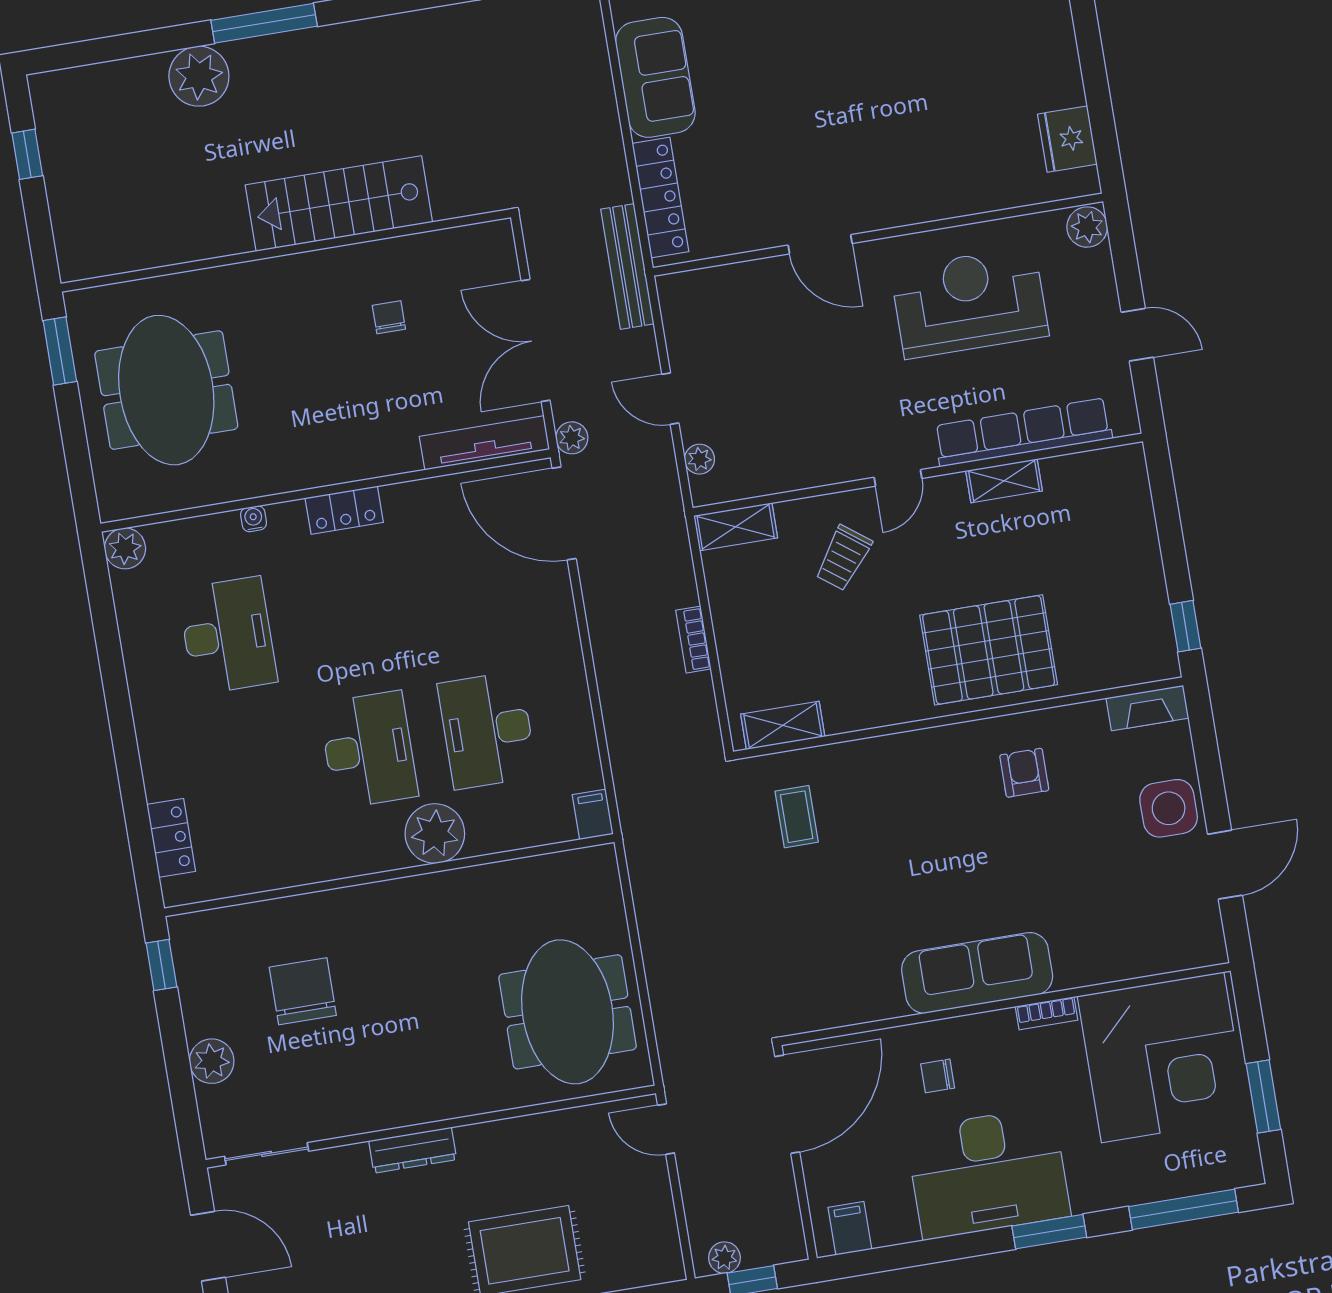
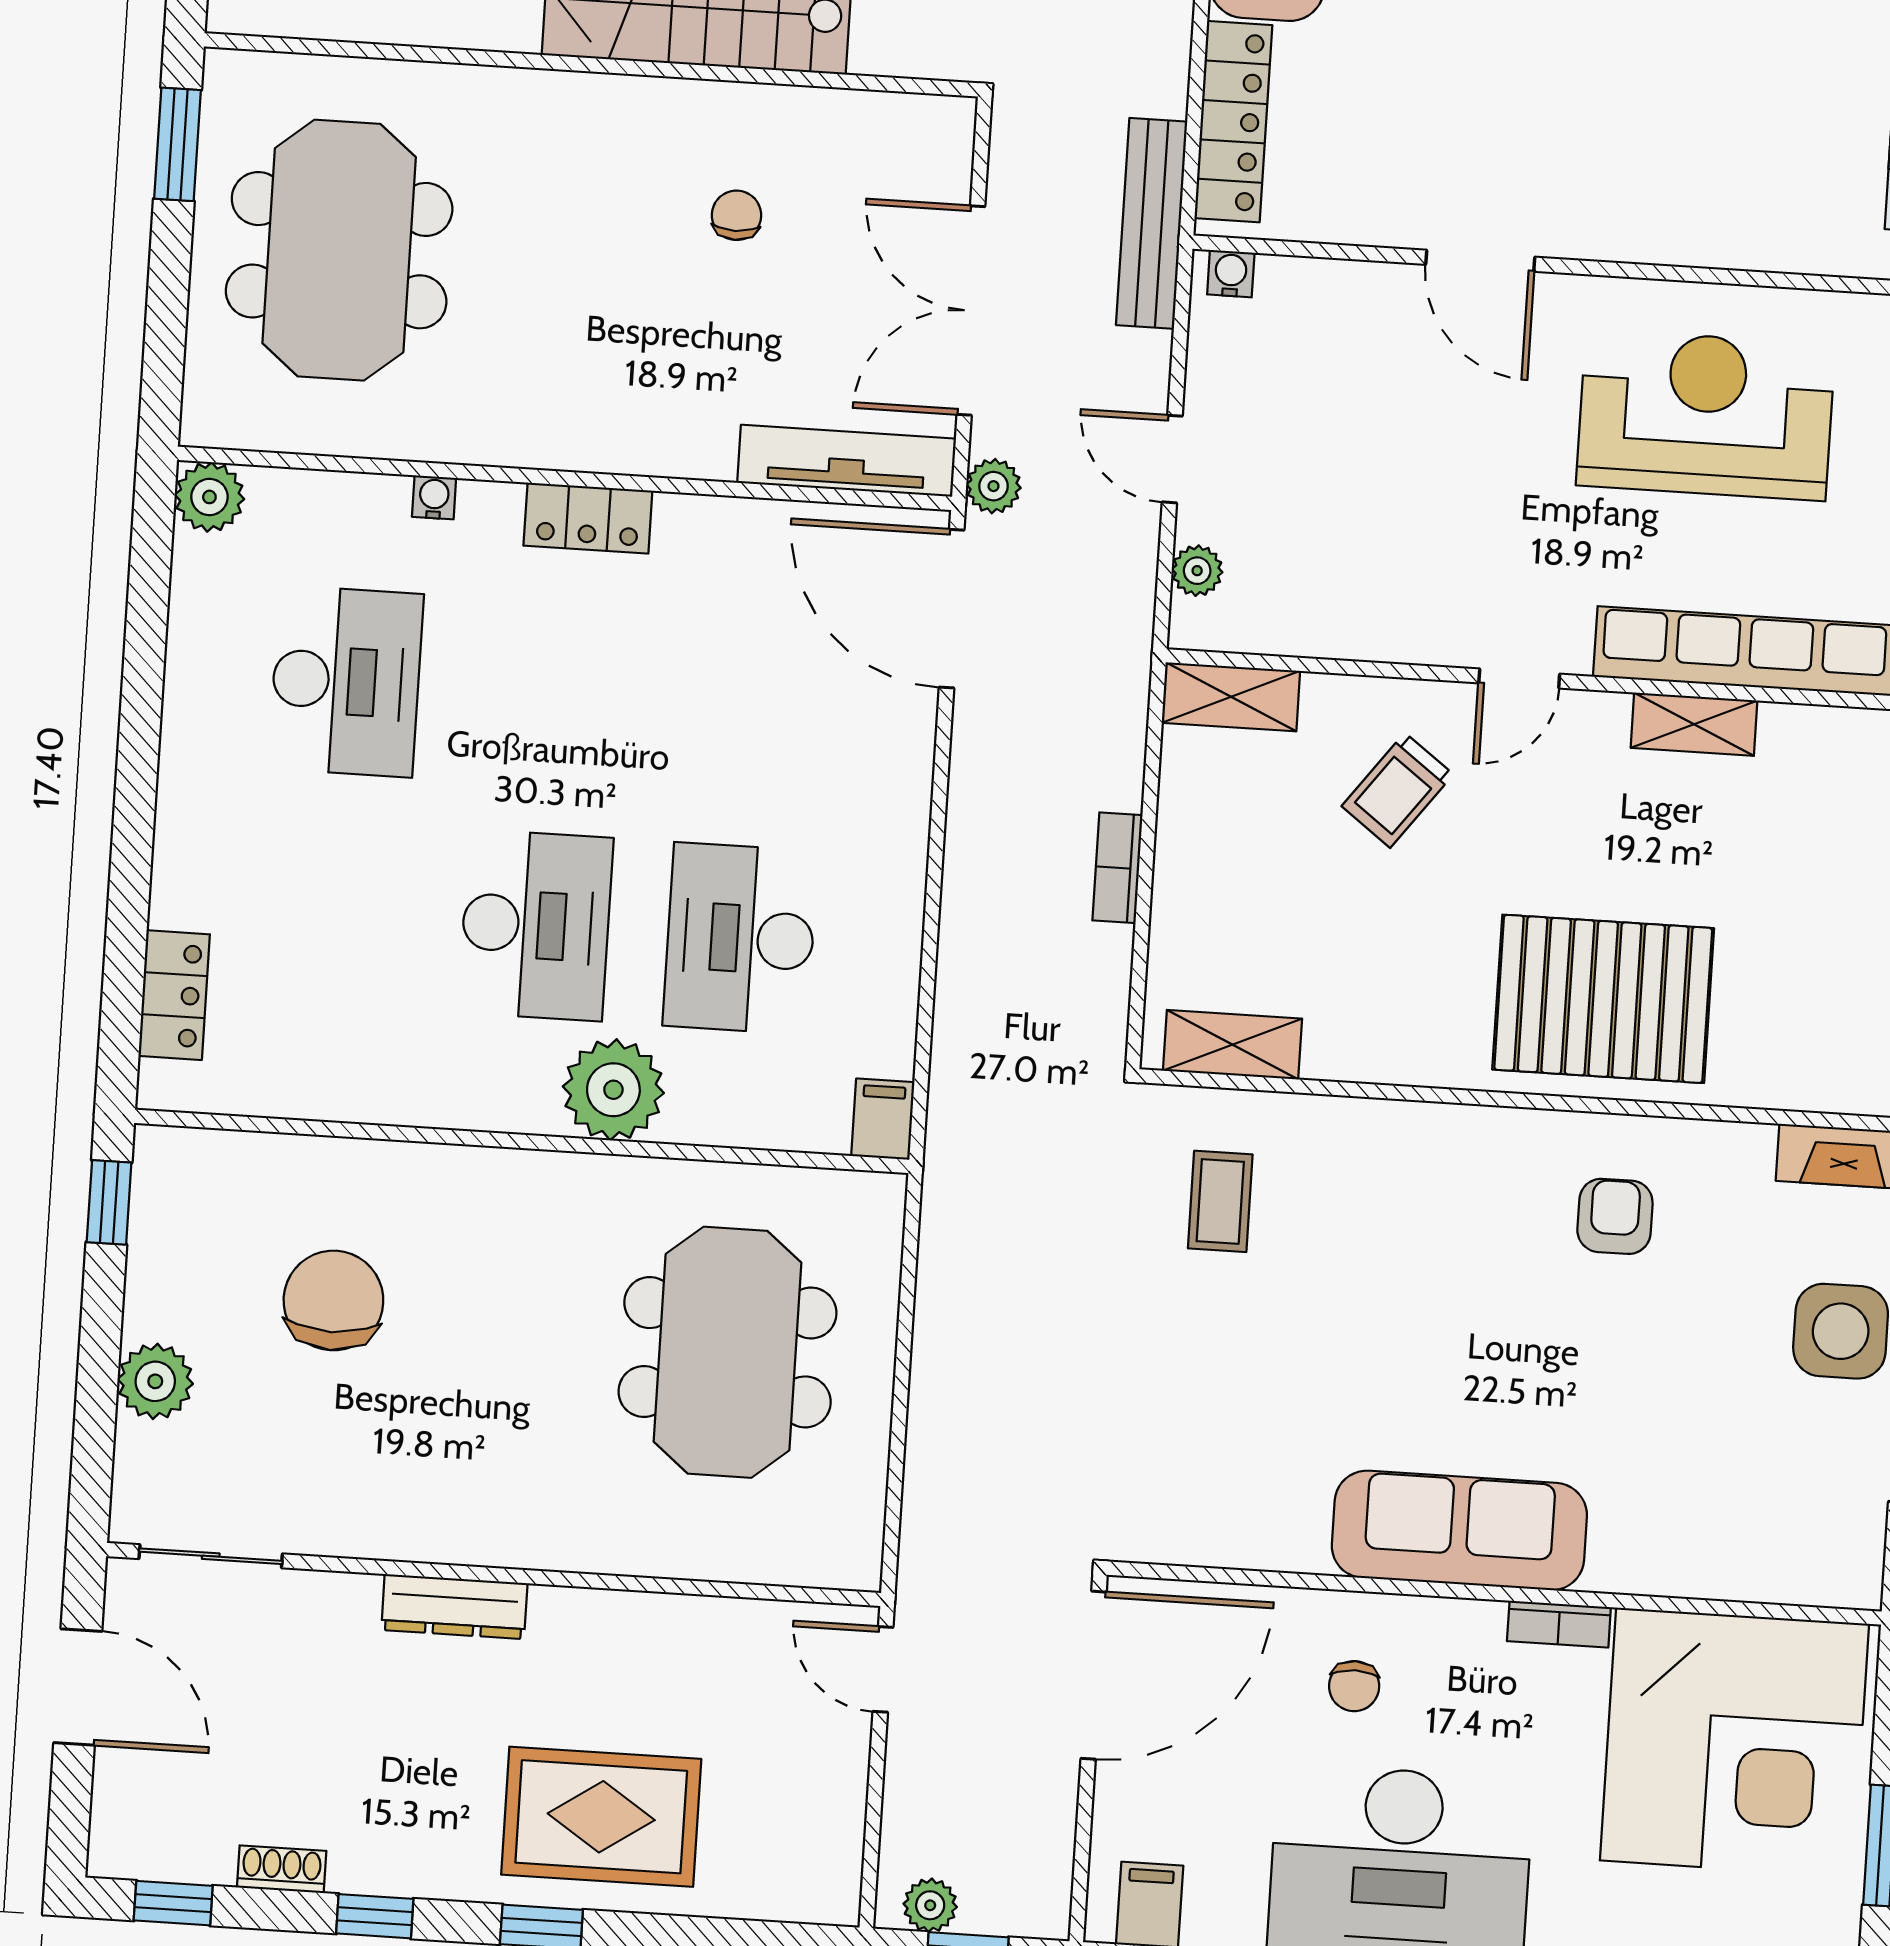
water cooler: (679, 285) -> (1231, 274), added
meeting table: (568, 1012) -> (727, 1352), moved
chair: (938, 1076) -> (1354, 1686), turned -90

